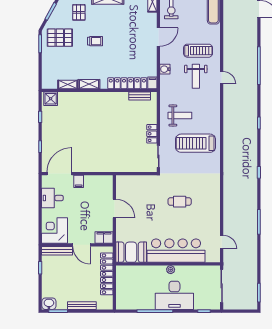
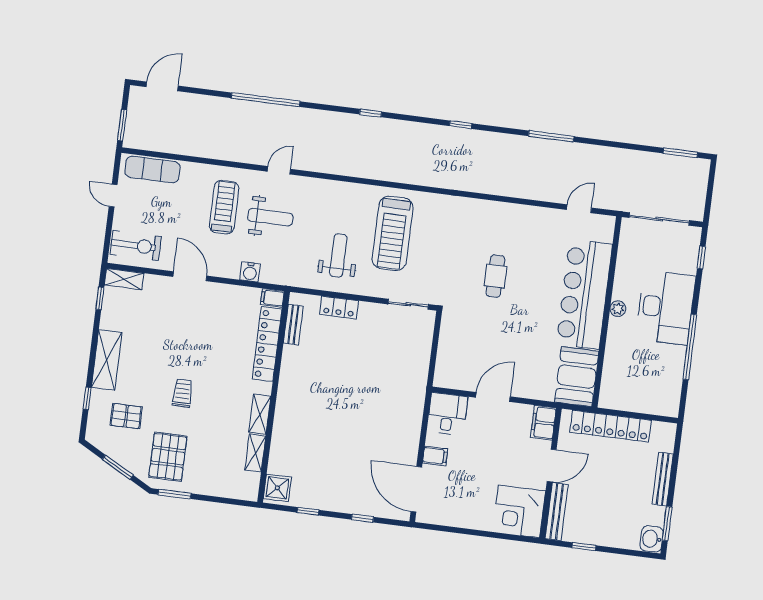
locker: (152, 134) -> (339, 307), moved
desk: (52, 198) -> (447, 414), moved, turned 180

